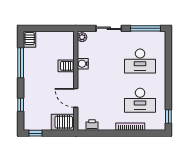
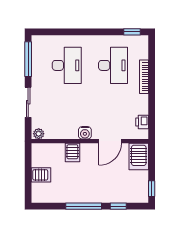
server rack: (30, 39) -> (41, 175), moved
window: (21, 63) -> (84, 206), moved
water cooler: (83, 64) -> (85, 133), moved

